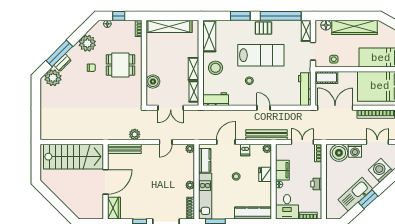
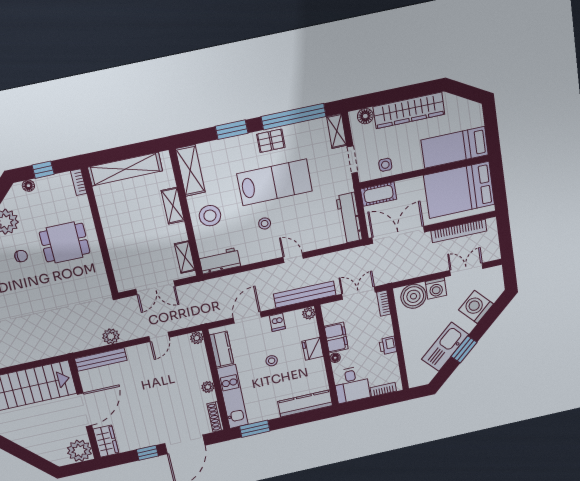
shelving: (193, 69) -> (173, 206), moved
boiler: (153, 82) -> (120, 256), removed
plant: (95, 211) -> (79, 451), added

